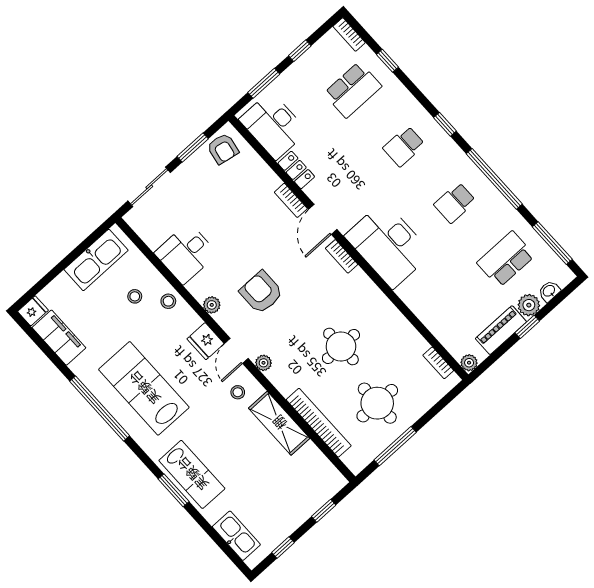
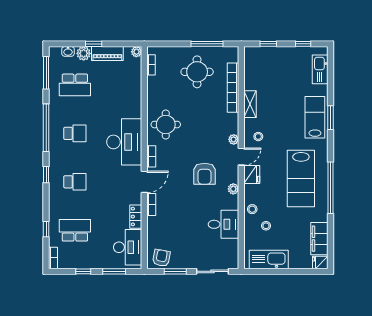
round table: (341, 347) -> (166, 125), moved
shelving: (279, 423) -> (250, 104), width x0.67, depth x0.75

